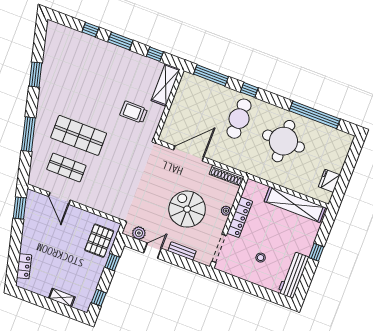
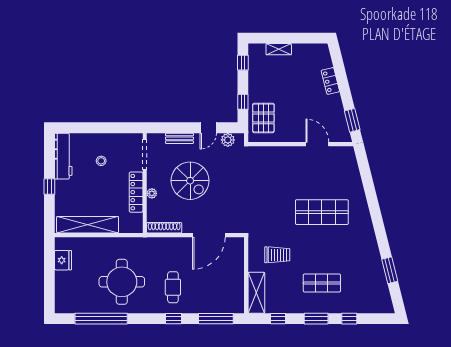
window: (36, 75) -> (390, 270), moved
cafe table: (239, 119) -> (173, 287), width x0.73, depth x0.74
window: (28, 134) -> (371, 195), removed
shop shelf: (66, 168) -> (322, 283), moved
locker: (24, 266) -> (330, 81), moved

